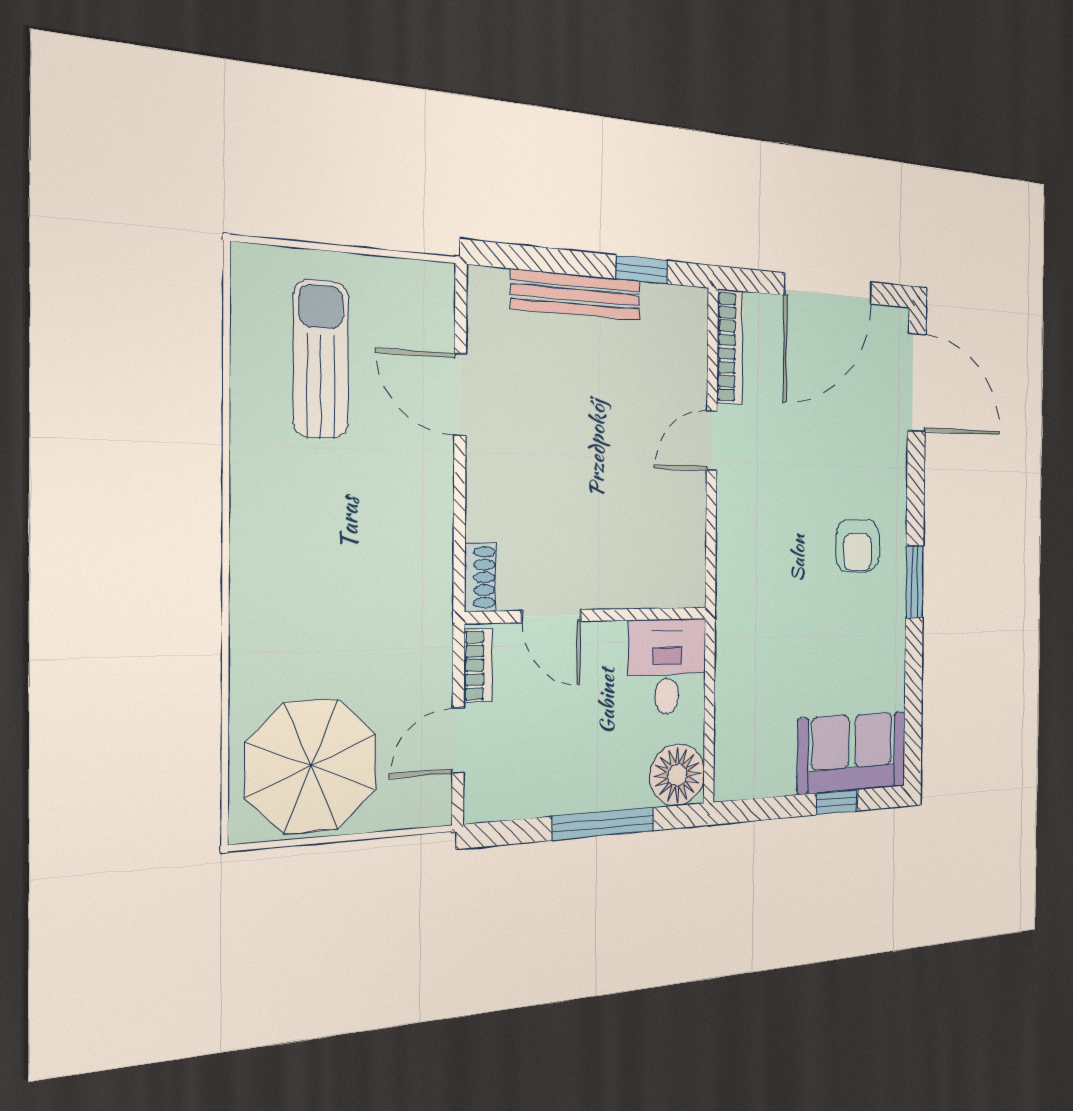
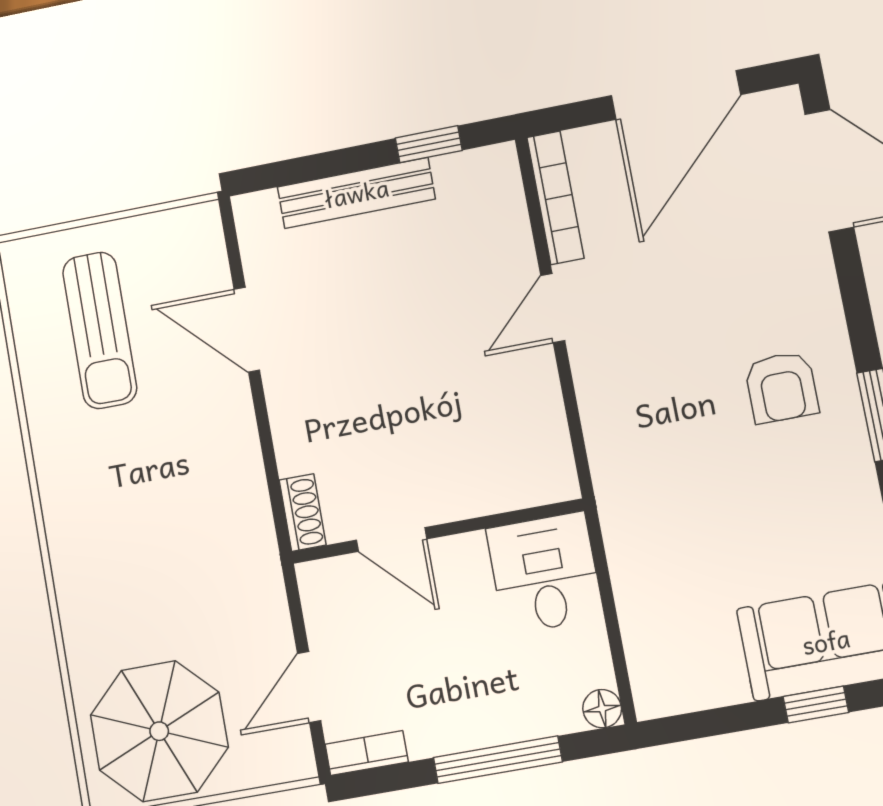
sun lounger: (321, 359) -> (100, 330), turned 180
bookcase: (478, 665) -> (367, 753), moved, turned -90
floor lamp: (677, 775) -> (602, 709), width x0.53, depth x0.53

